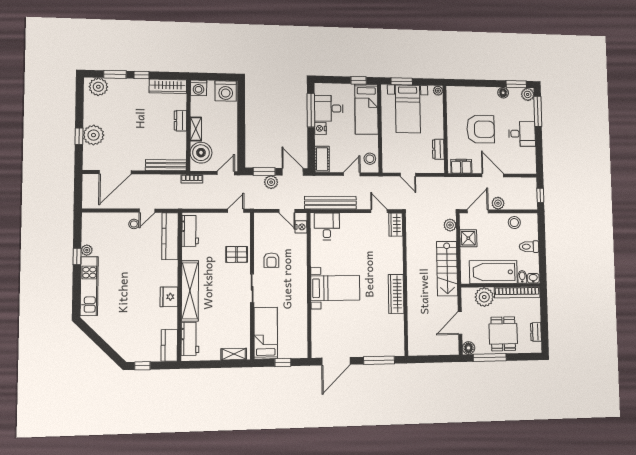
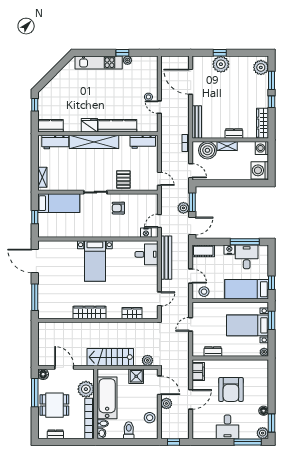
wardrobe: (396, 225) -> (132, 313), moved
kitchen counter: (170, 236) -> (117, 126), moved

